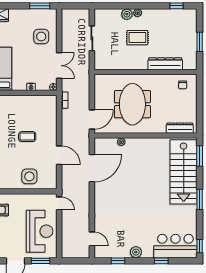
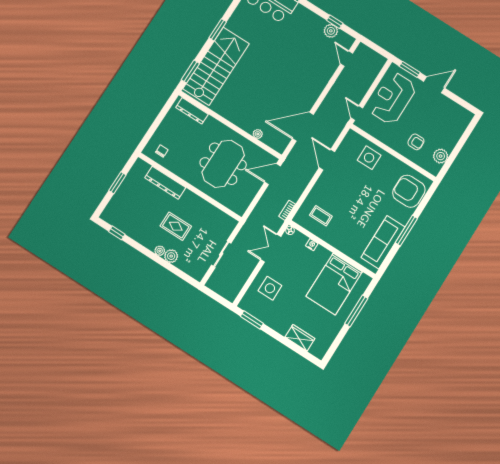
coffee table: (27, 137) -> (321, 216), moved
plant: (136, 252) -> (331, 31), moved

